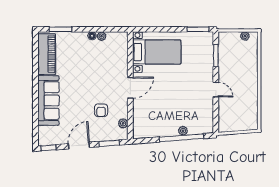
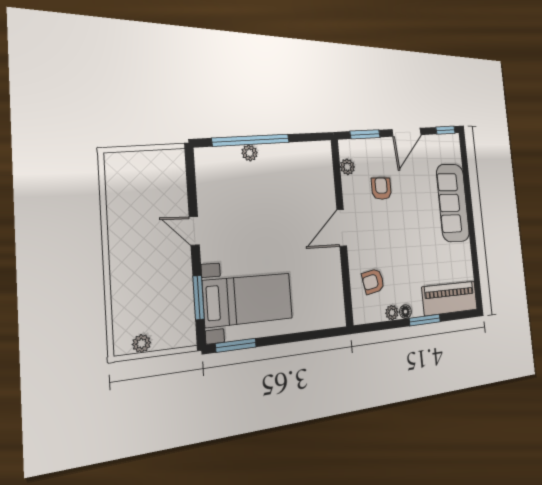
window: (60, 29) -> (425, 320), moved
bed with nightstands: (157, 52) -> (248, 300), moved, turned 180
piano: (47, 54) -> (450, 298), moved, turned 90
armchair: (113, 55) -> (373, 281), added

